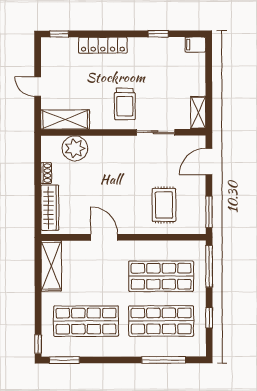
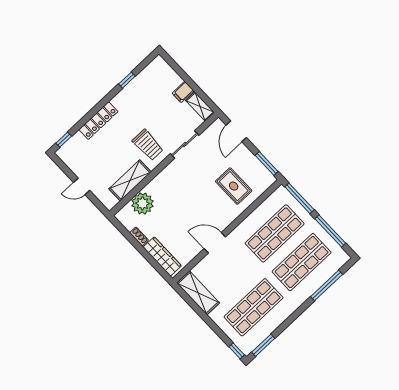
filing cabinet: (195, 45) -> (183, 92), moved
shelving: (65, 120) -> (130, 180), moved
window: (209, 318) -> (330, 231), width x2.17

